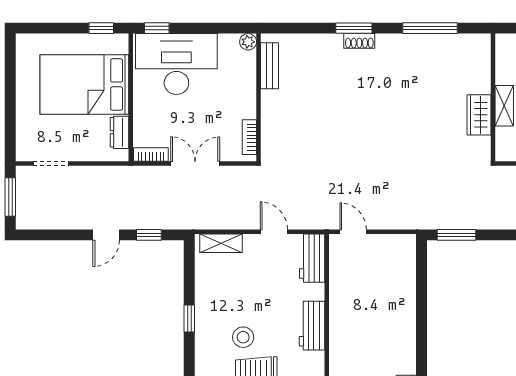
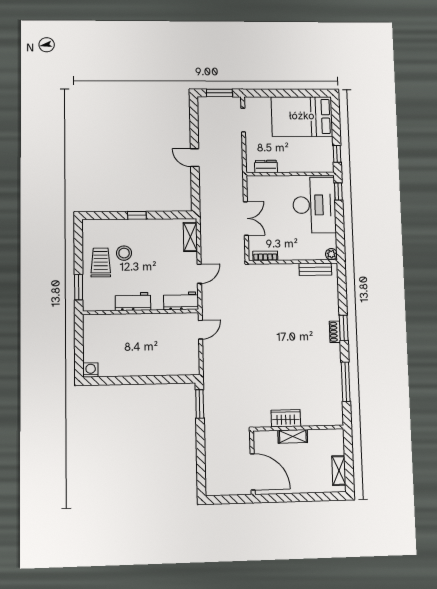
bed: (84, 84) -> (302, 116), moved, turned -90
bookcase: (151, 154) -> (251, 188), removed
window: (149, 235) -> (195, 187), removed

